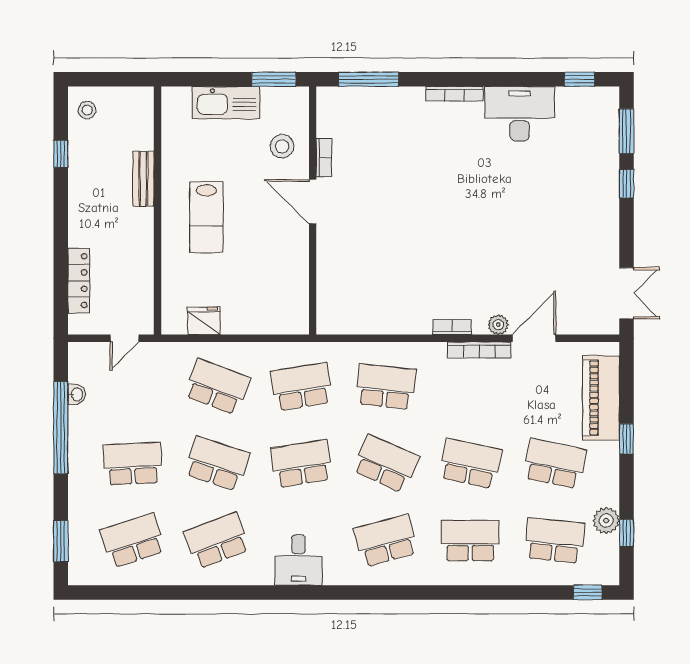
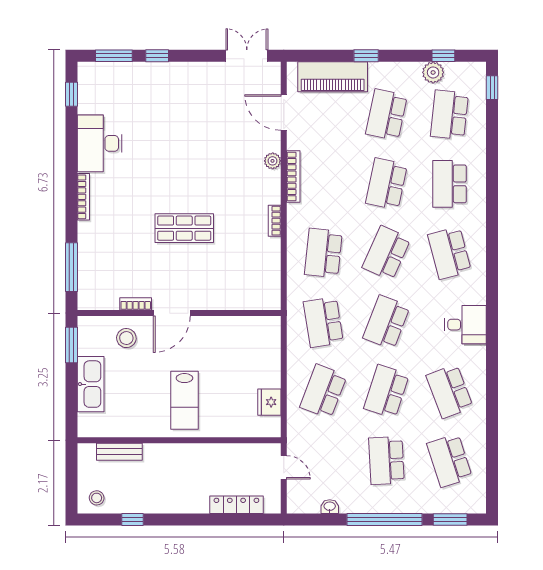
bench: (143, 179) -> (119, 452), moved
lab bench: (206, 217) -> (184, 400), turned 90
shop shelf: (416, 217) -> (184, 228), added
bookcase: (452, 327) -> (275, 221), moved
door: (534, 338) -> (284, 113), moved
window: (61, 428) -> (385, 519), moved
school desk: (301, 464) -> (386, 322), turned 30

